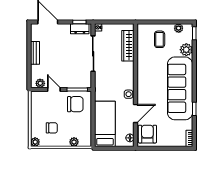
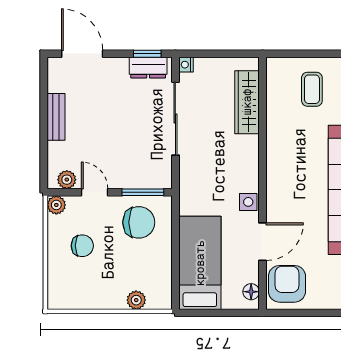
chair: (52, 128) -> (82, 246), moved
plant: (35, 142) -> (56, 205), moved

